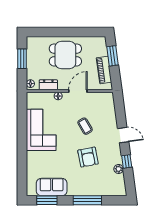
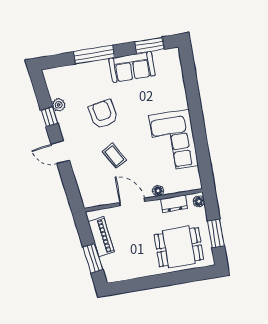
dining table: (65, 55) -> (179, 247), moved
door: (78, 91) -> (132, 202), swing flipped
sofa: (52, 187) -> (132, 67), moved

